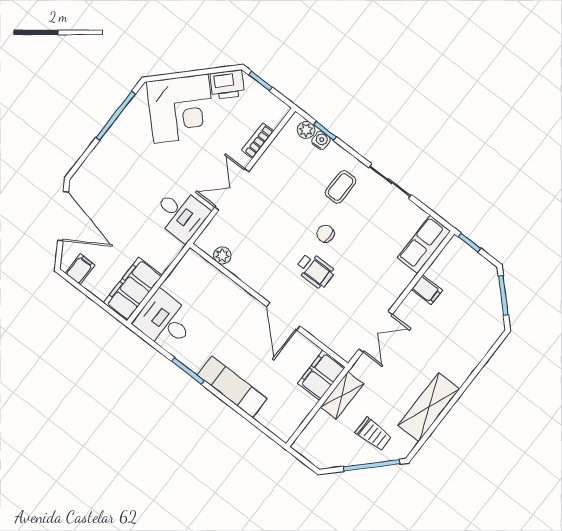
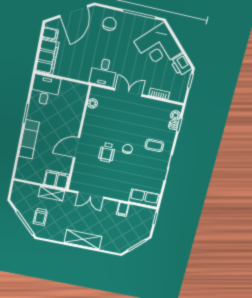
chair: (109, 169) -> (110, 24), added
filing cabinet: (133, 289) -> (47, 57), moved, turned 90
shelving: (429, 407) -> (83, 239), moved

